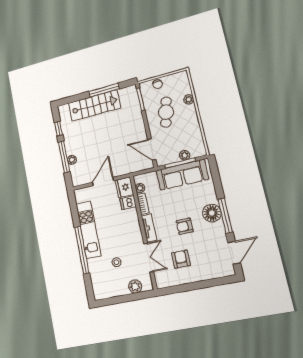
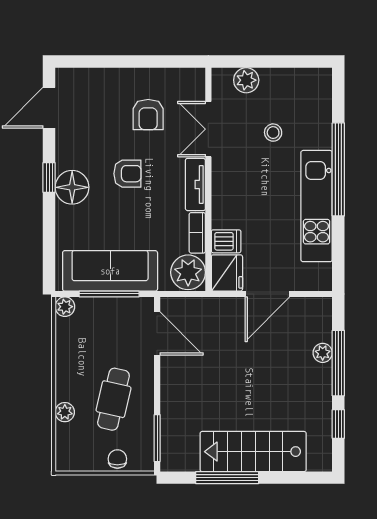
plant: (185, 155) -> (65, 307), moved
plant: (140, 188) -> (188, 272), width x1.88, depth x1.88
window: (225, 216) -> (49, 178), width x0.46

